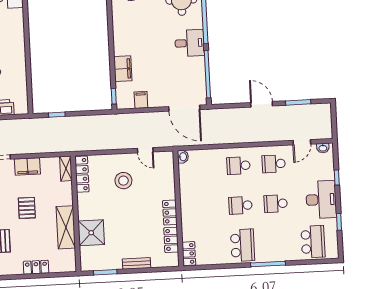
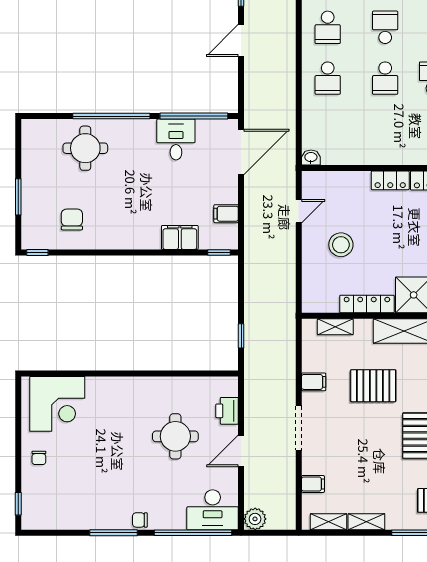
desk: (190, 43) -> (176, 140), moved
filing cabinet: (27, 166) -> (314, 382), width x0.50
shelving: (66, 169) -> (335, 327), moved
locker: (82, 174) -> (367, 304), moved
school desk: (276, 204) -> (385, 27), turned 180
pallet: (27, 208) -> (373, 386), width x1.50, depth x1.42

